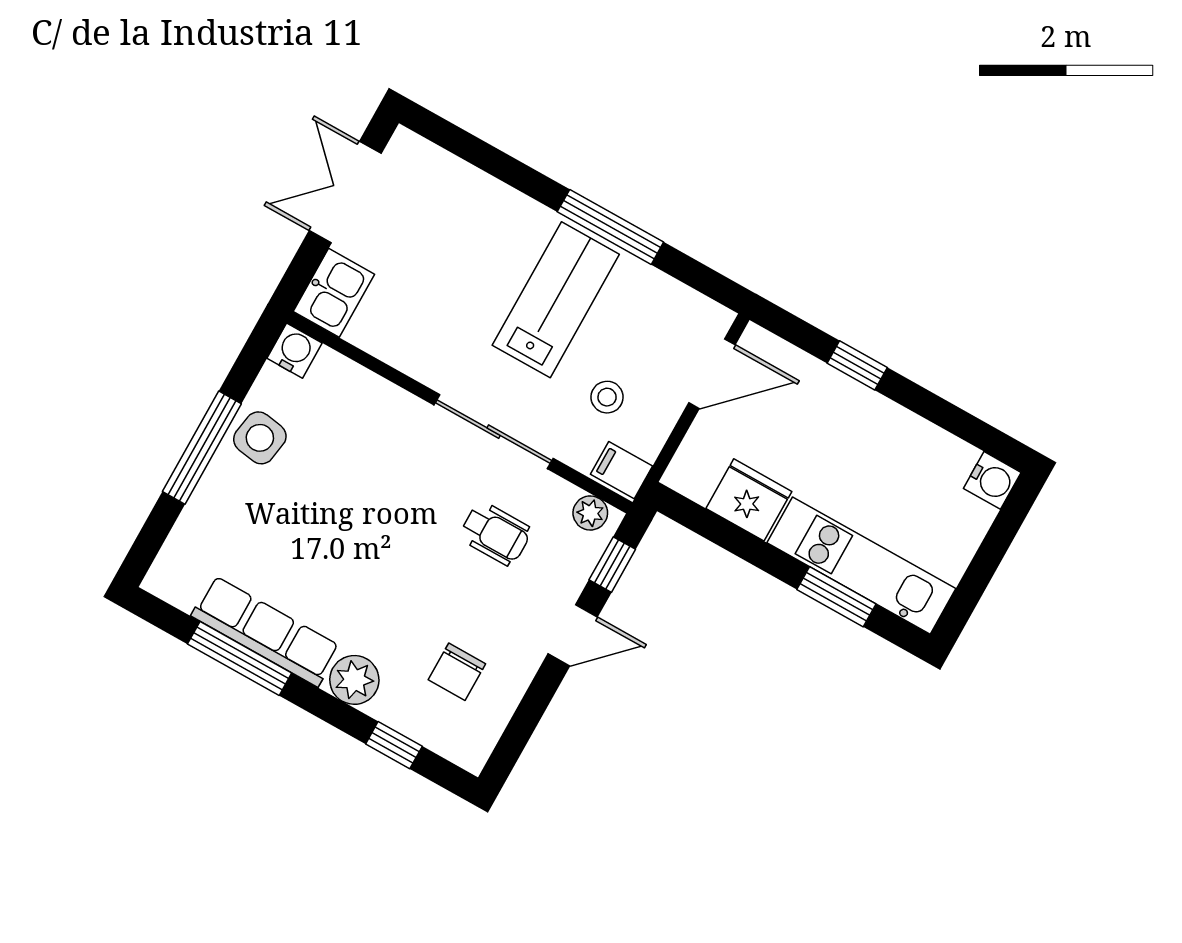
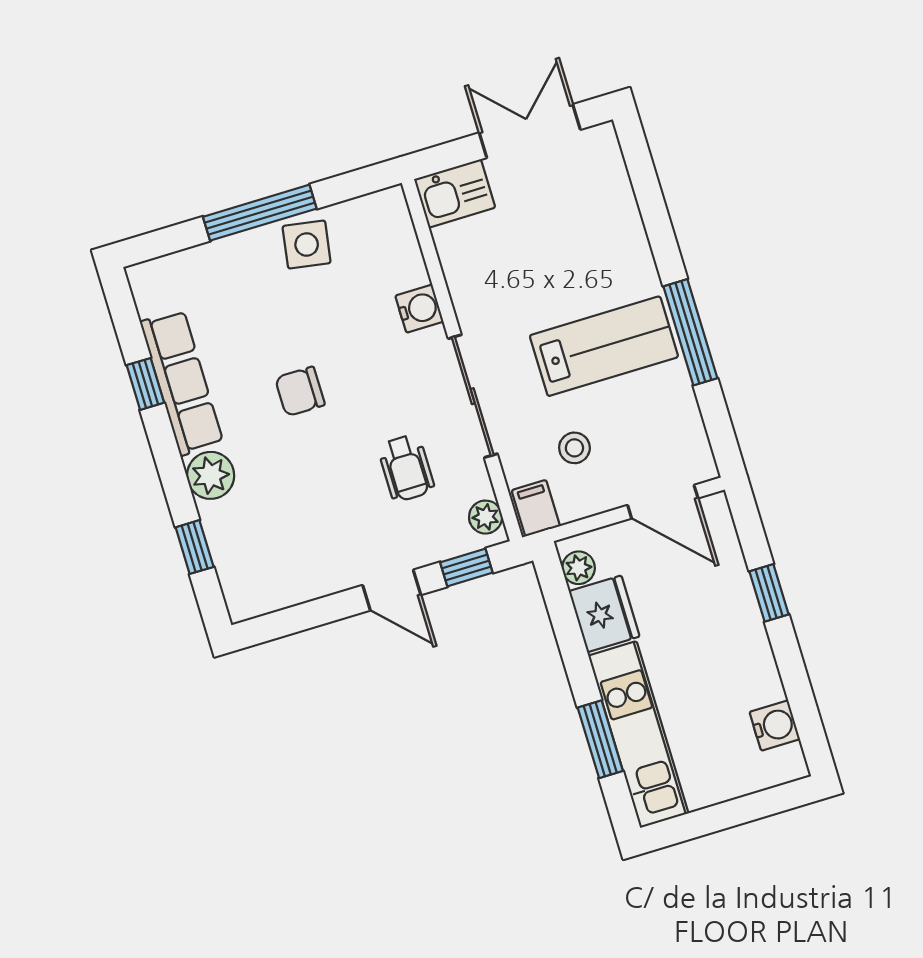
water cooler: (295, 351) -> (419, 309), moved
water cooler: (992, 480) -> (775, 725), moved, turned -90
plant: (696, 484) -> (579, 568), added
window: (240, 658) -> (145, 384), width x0.46
chair: (457, 672) -> (300, 391), moved

